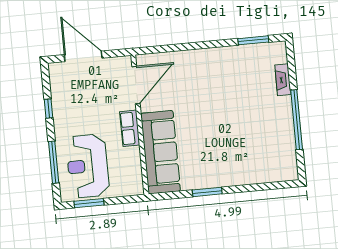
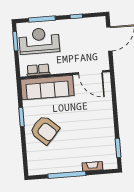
row of seats: (130, 128) -> (38, 70), moved
armchair: (227, 156) -> (45, 130), added

